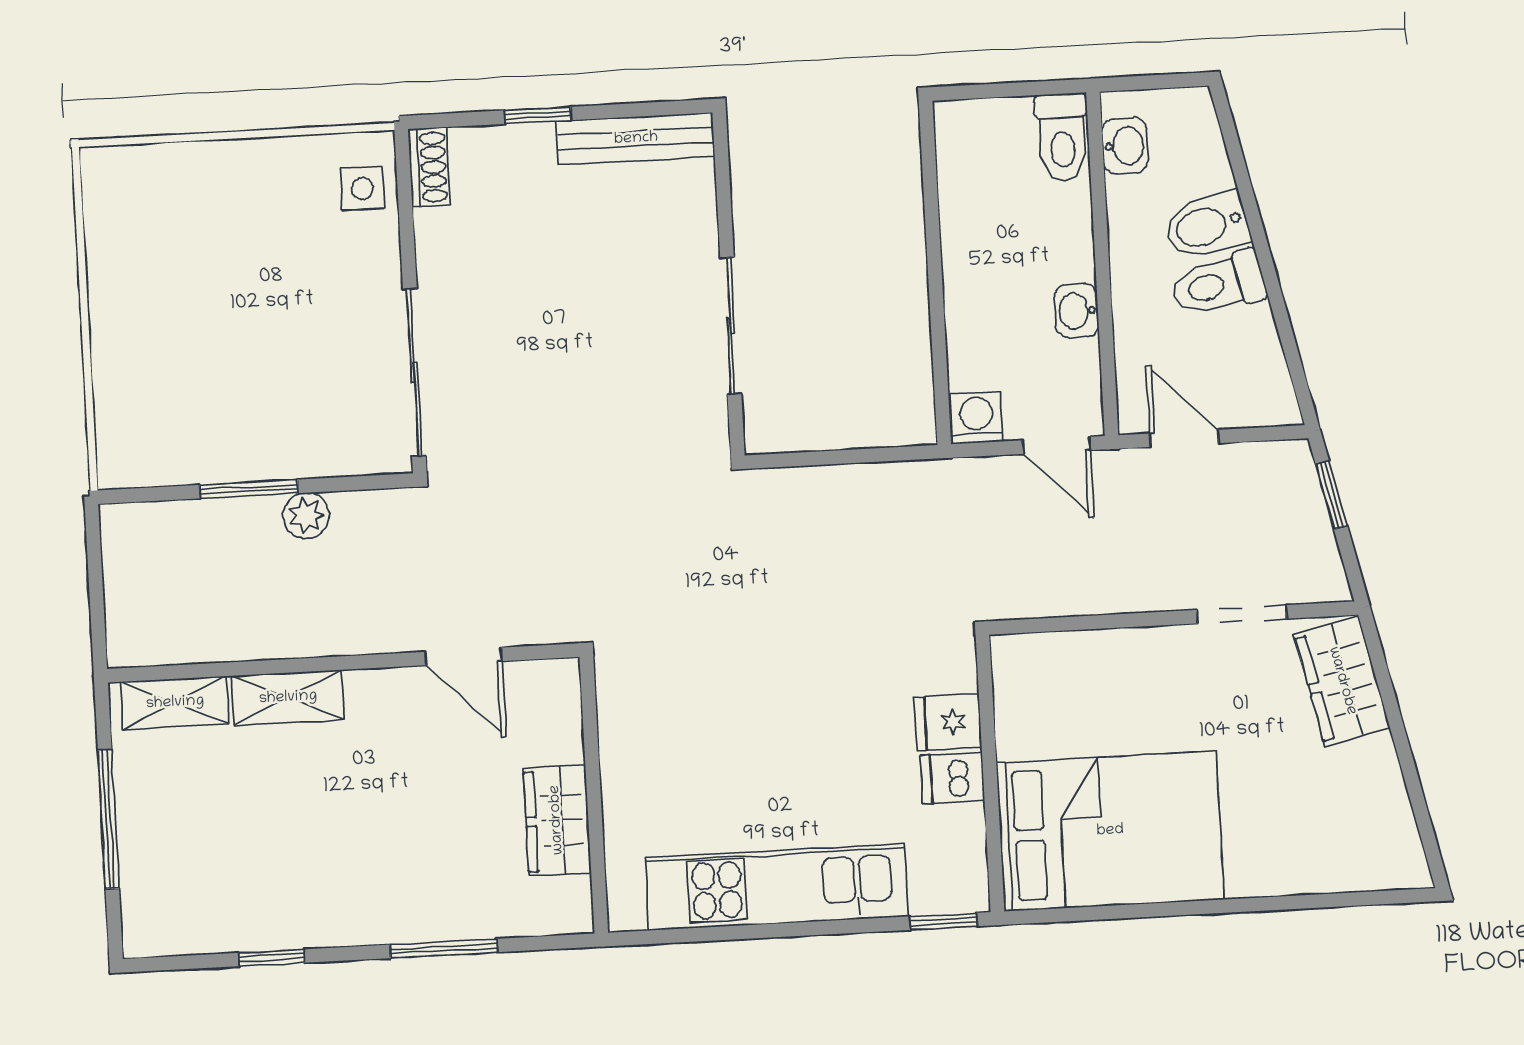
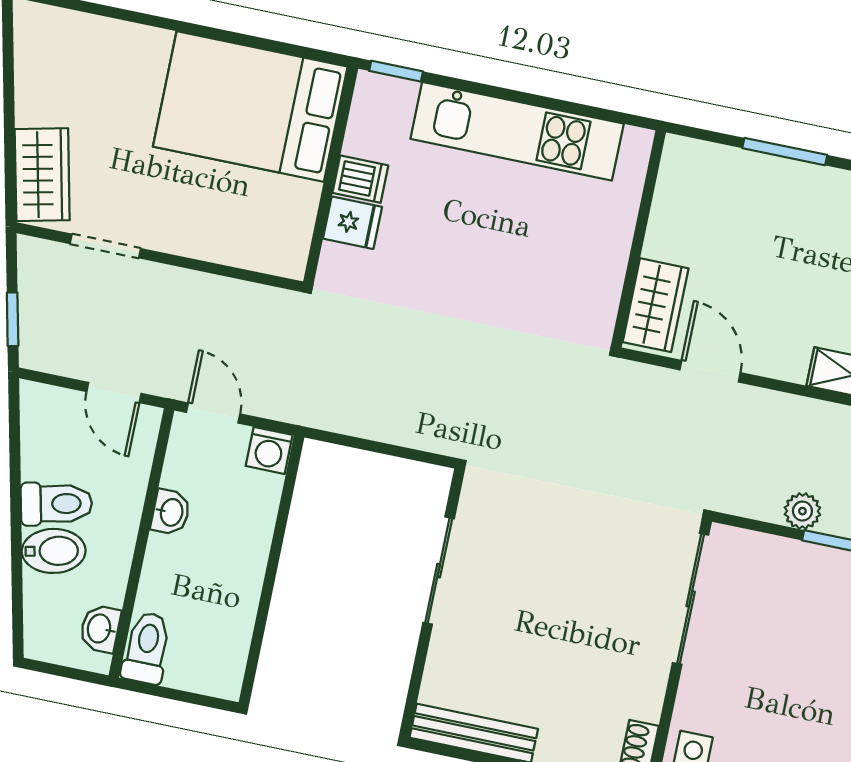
wardrobe: (557, 820) -> (656, 305), moved

